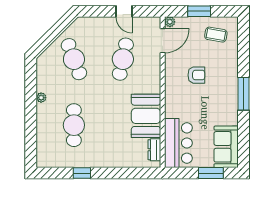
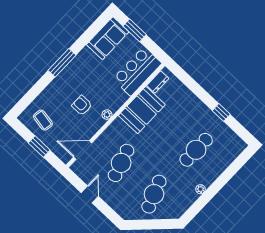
plant: (170, 22) -> (107, 115), moved
cafe table: (123, 59) -> (121, 163), turned -30

